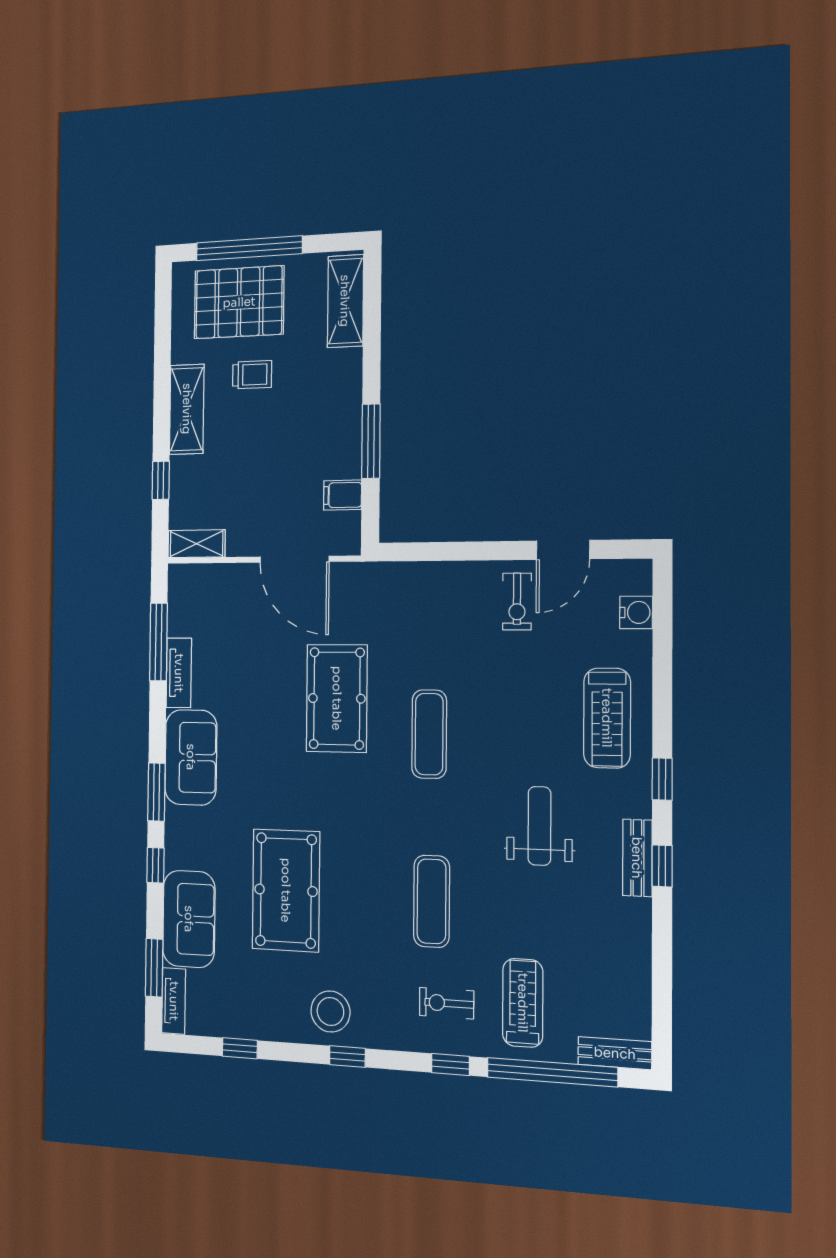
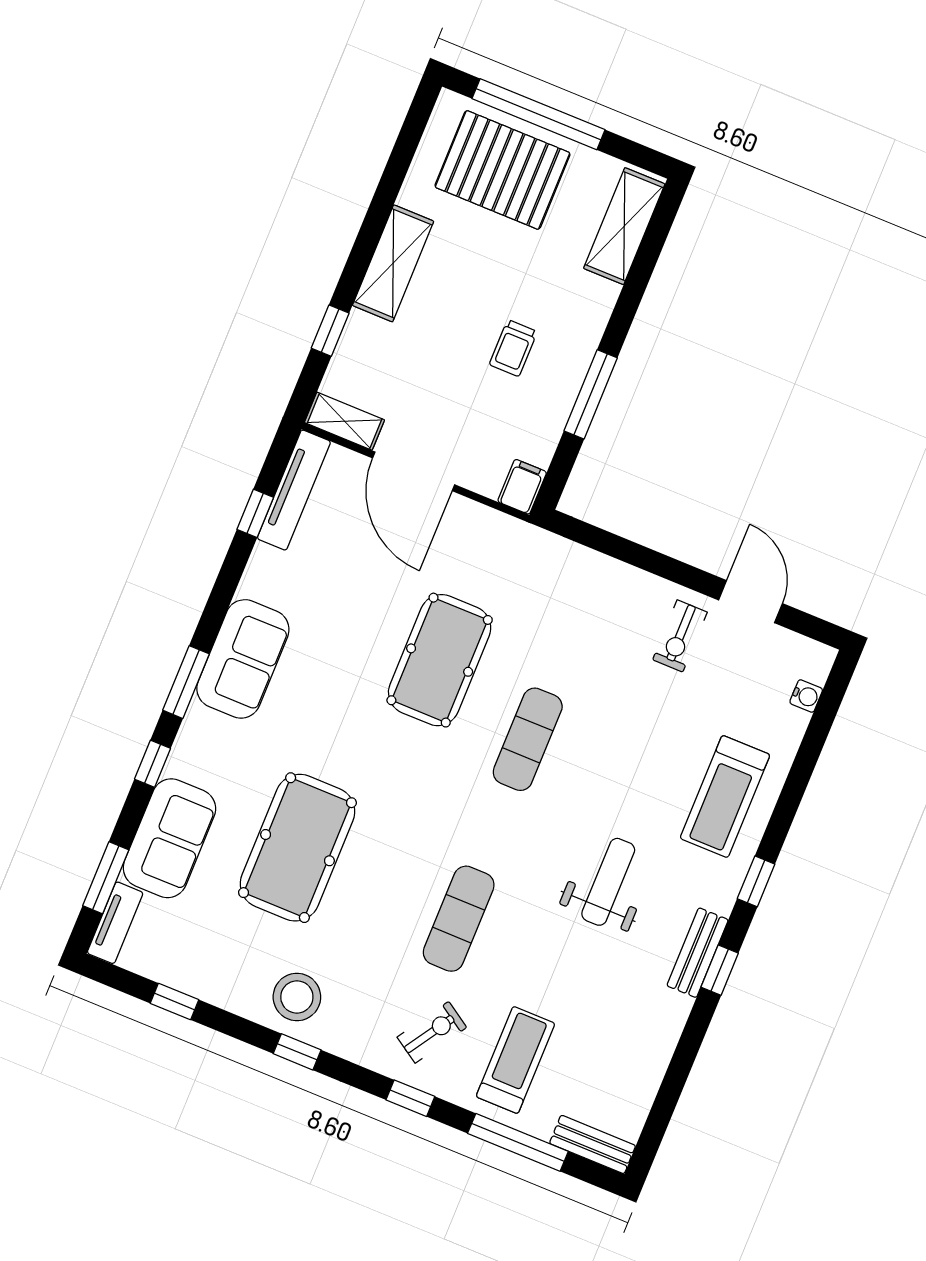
trolley: (252, 375) -> (513, 348), moved, turned 90
filing cabinet: (343, 495) -> (522, 487), moved, turned 90
door: (563, 550) -> (751, 602), swing flipped
door: (294, 559) -> (414, 471), moved
water cooler: (636, 612) -> (806, 696), width x0.72, depth x0.72
window: (159, 642) -> (255, 513), width x0.46
tv unit: (179, 673) -> (294, 490), moved, width x1.41
exercise bike: (447, 1003) -> (432, 1032), turned 123
window: (552, 1072) -> (518, 1142), width x0.68

